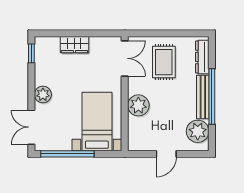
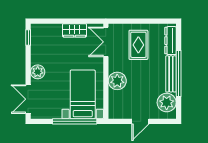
wardrobe: (74, 45) -> (74, 30), moved
double door: (125, 58) -> (106, 42), swing flipped
window: (67, 154) -> (75, 121), moved

